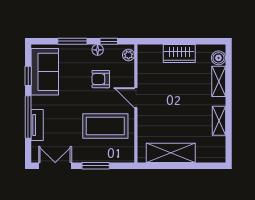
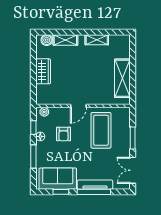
tv unit: (37, 125) -> (95, 185), width x1.41

